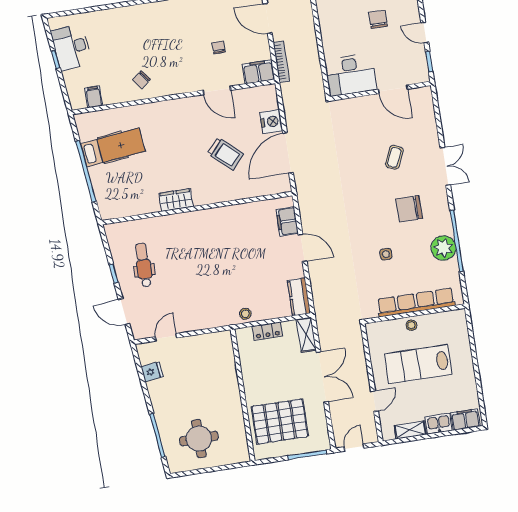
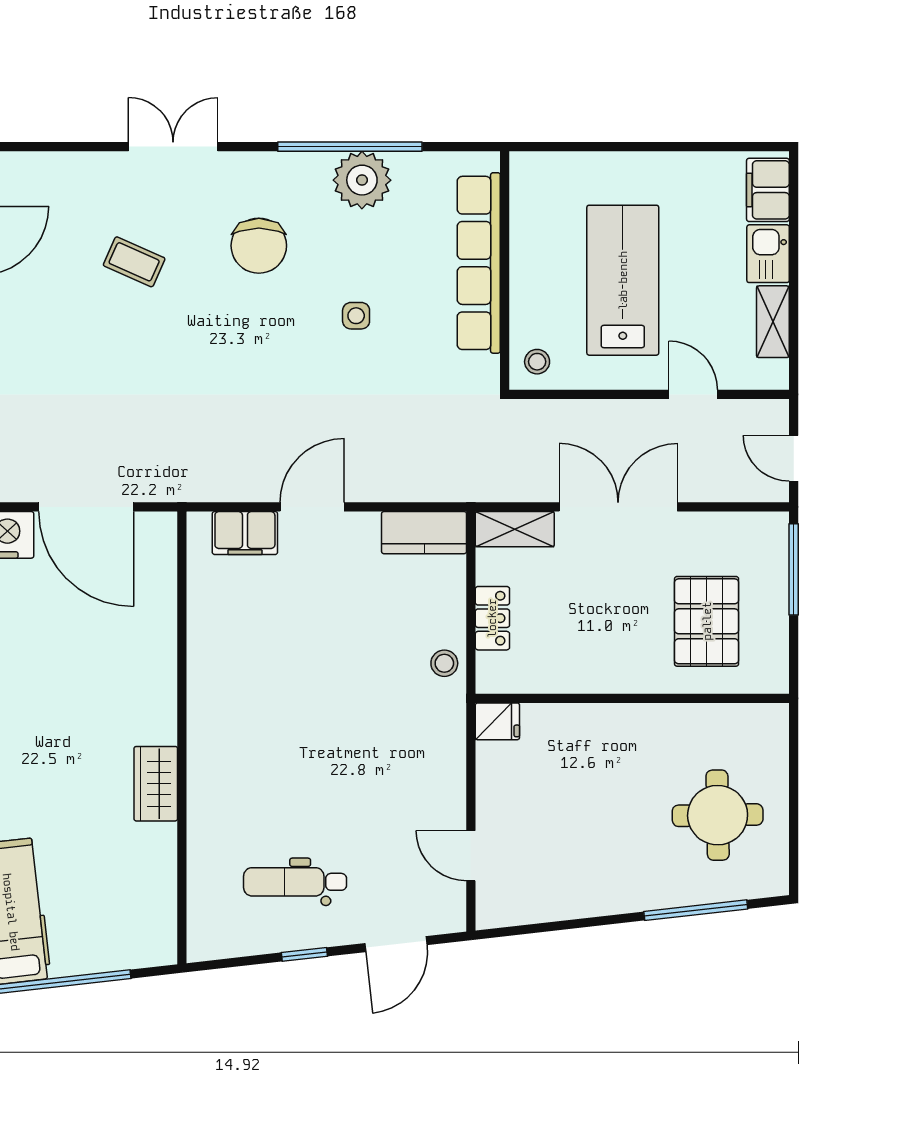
trolley: (225, 154) -> (66, 652), removed
stool: (411, 325) -> (537, 362), moved
lab bench: (418, 364) -> (623, 280), turned 180
fridge: (152, 372) -> (497, 721), moved, turned 96
pallet: (280, 421) -> (707, 621), width x0.73, depth x0.71

